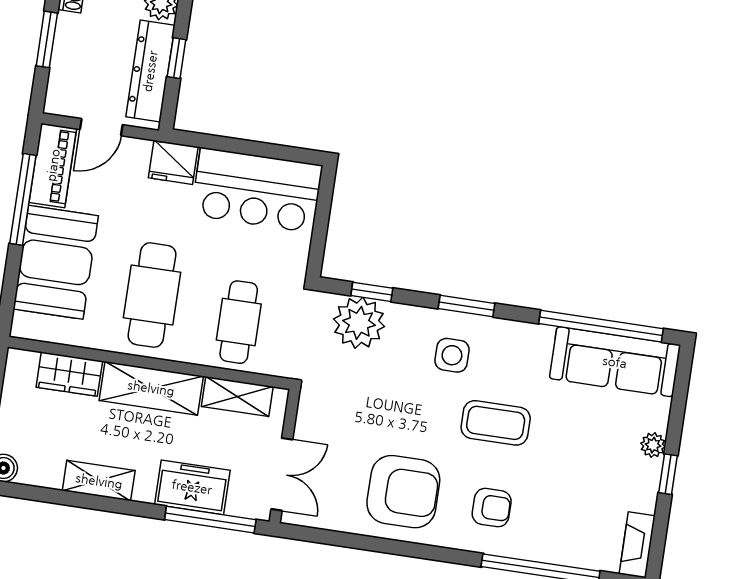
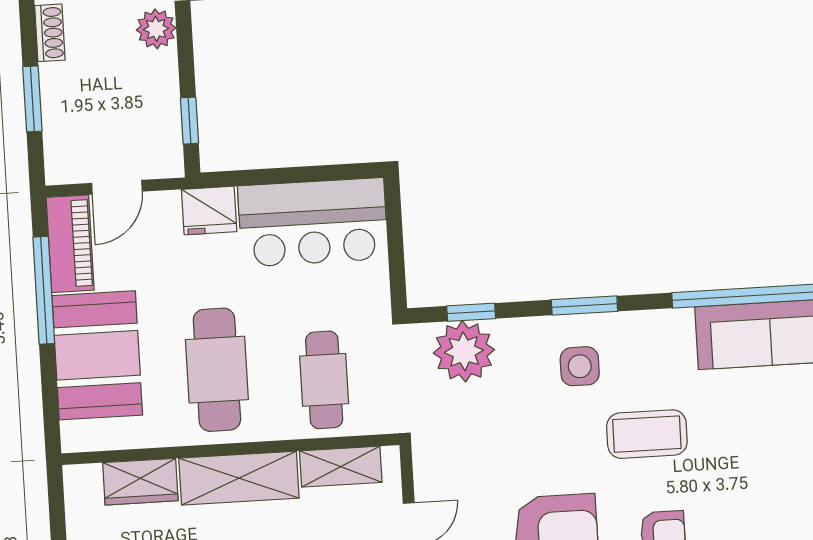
window: (177, 58) -> (189, 121), moved
dresser: (150, 71) -> (160, 110), removed

